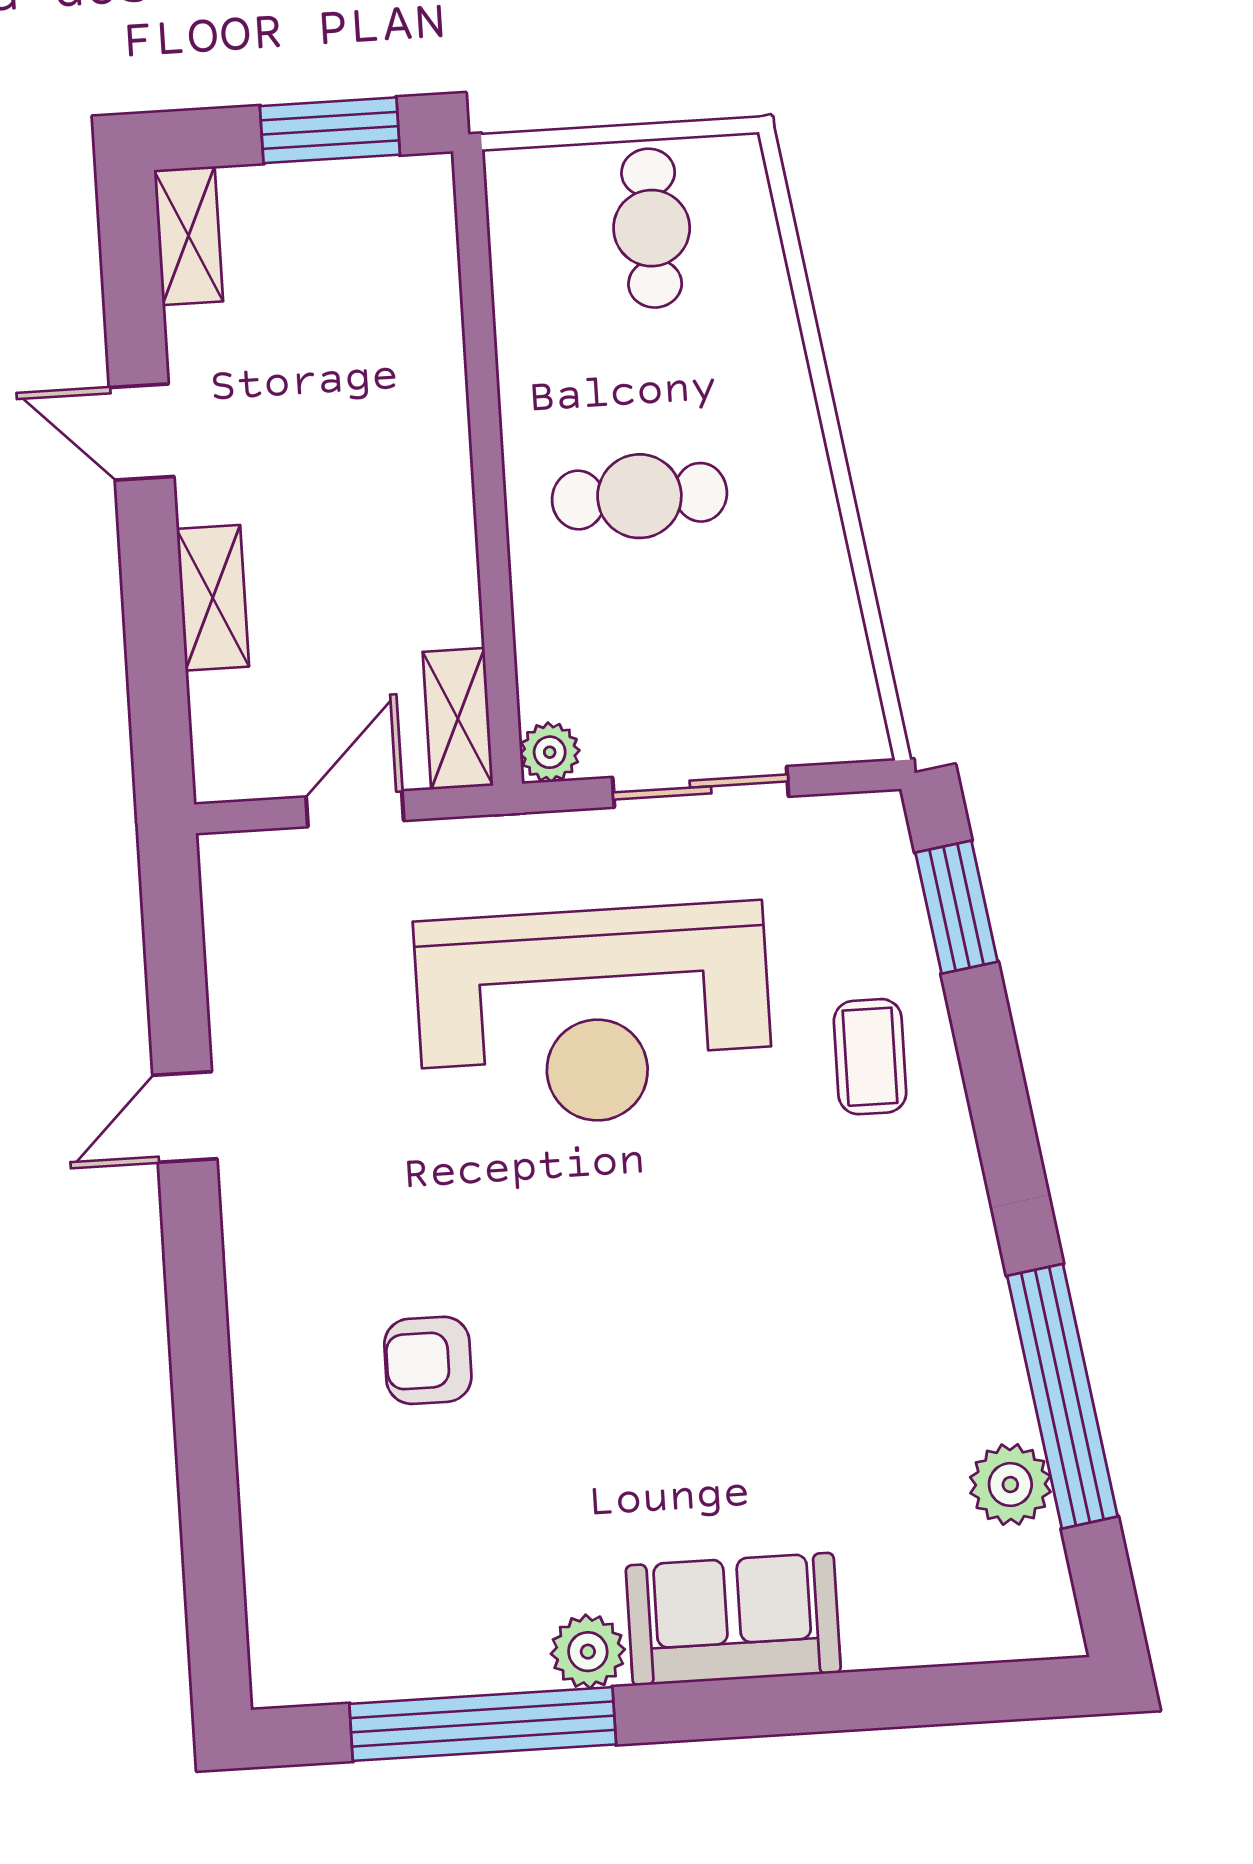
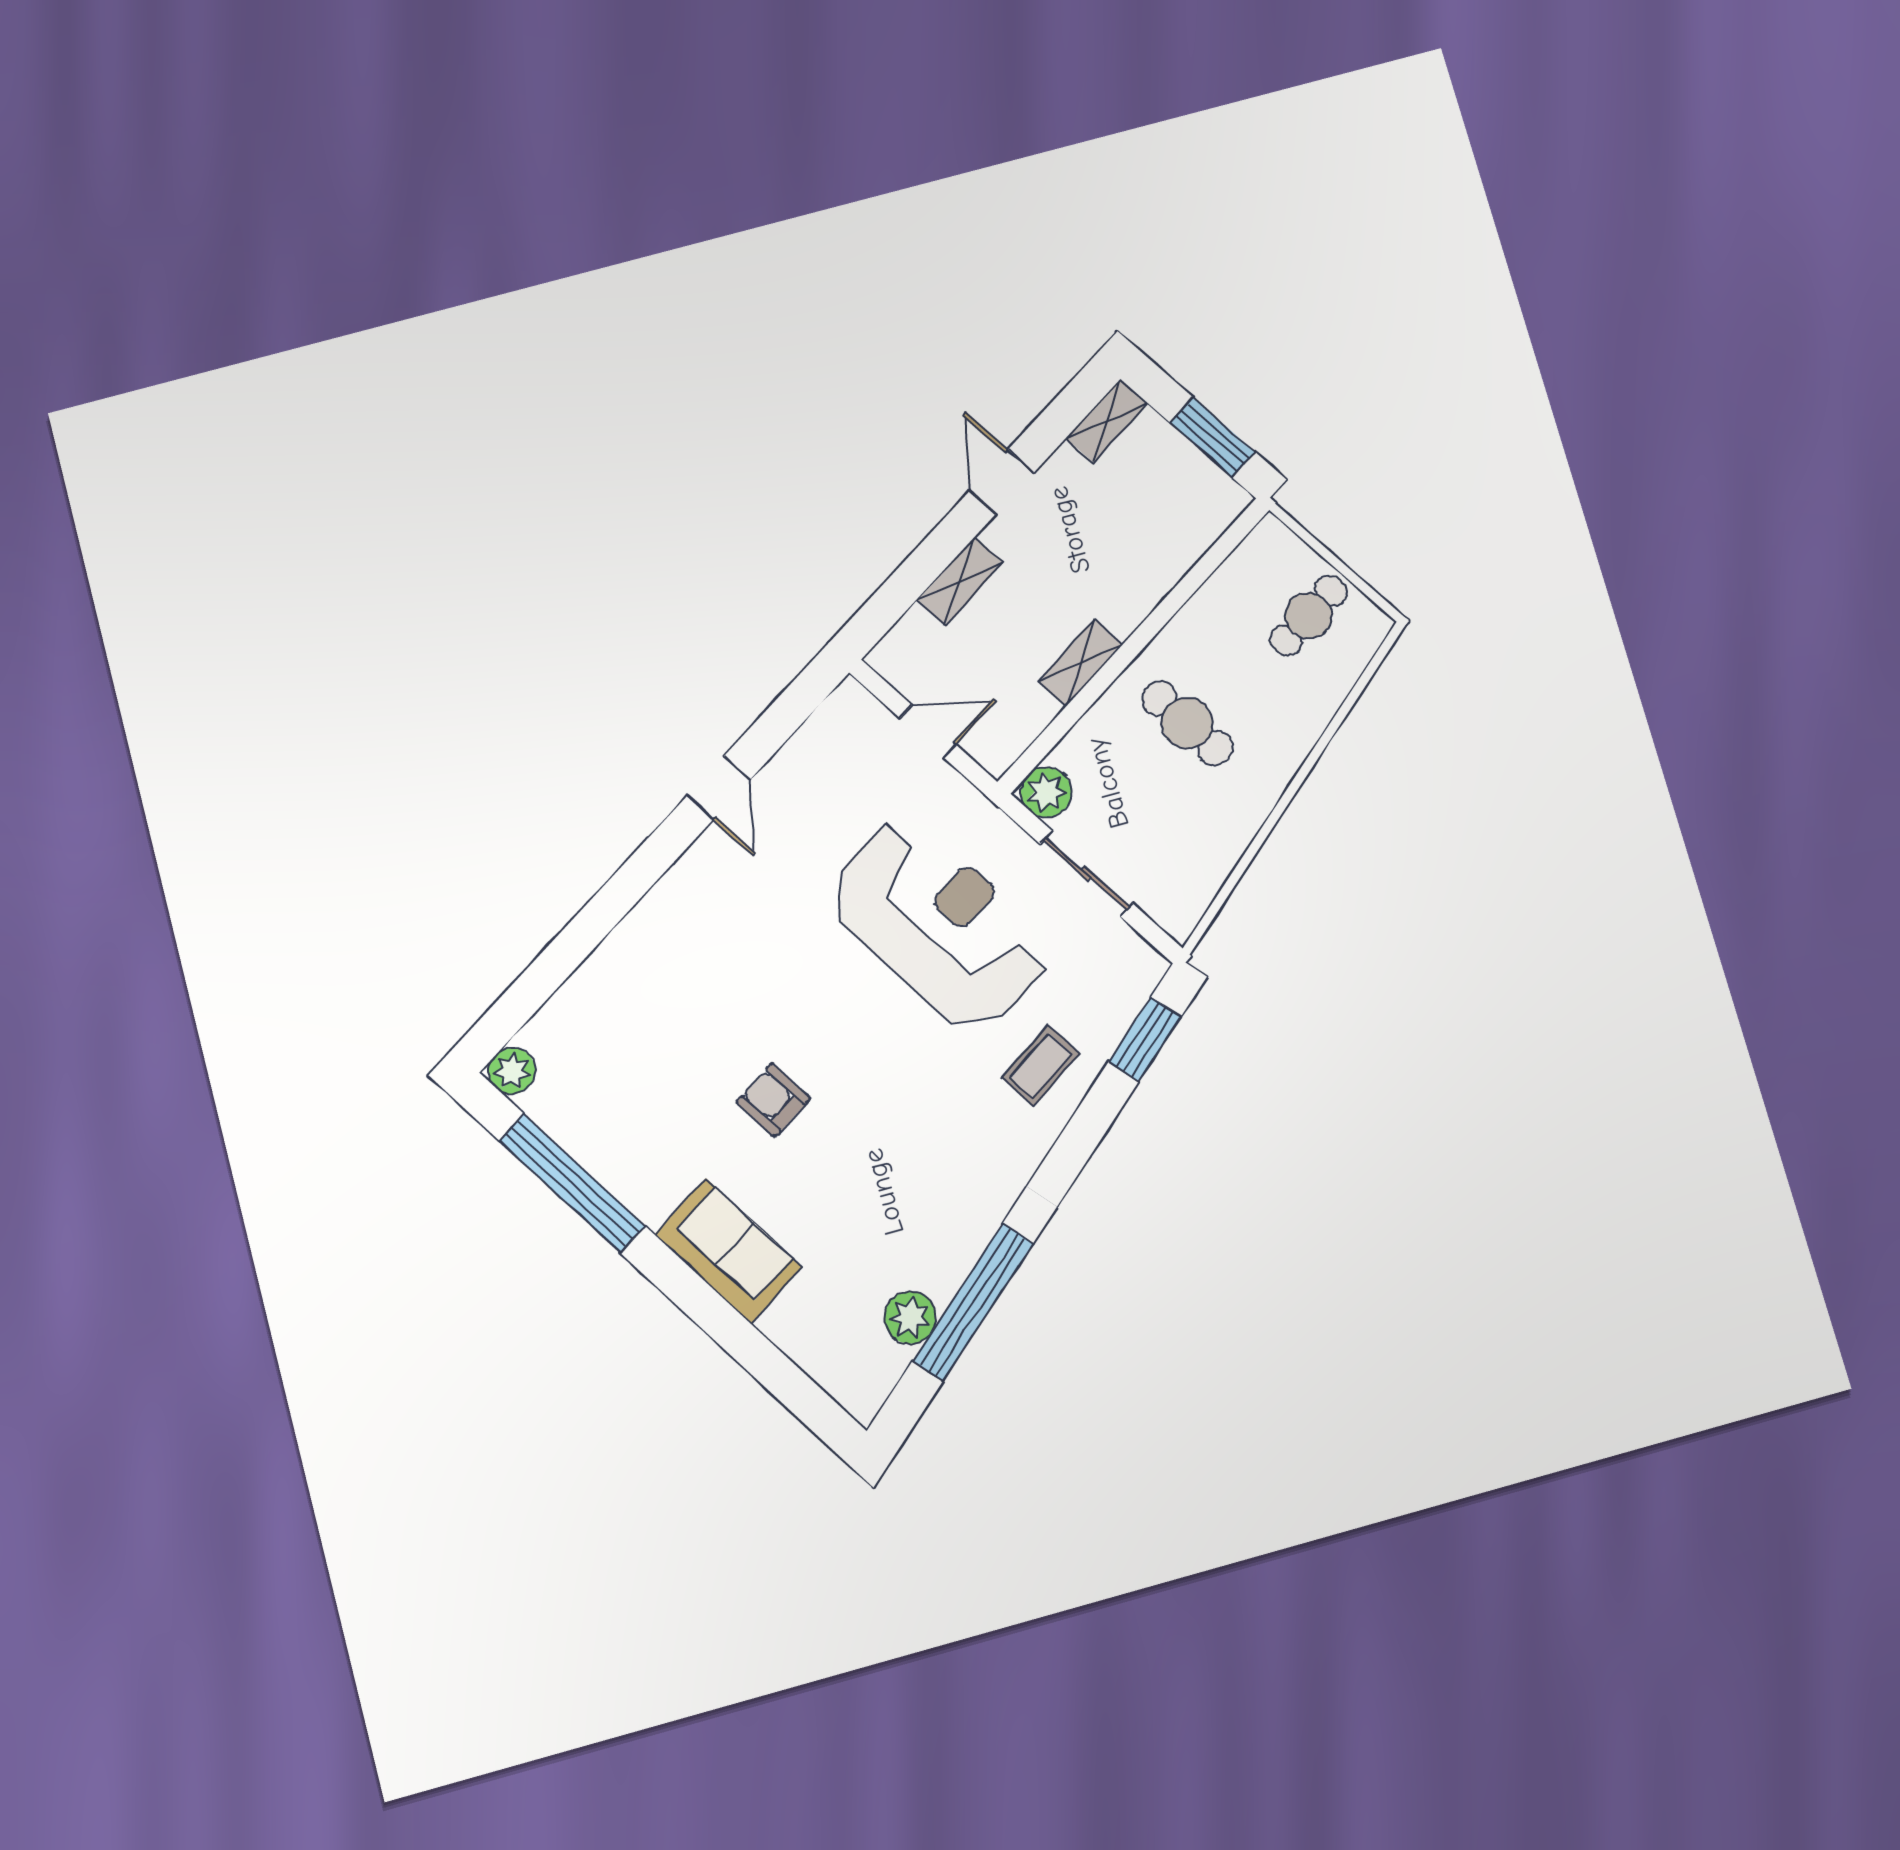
shelving: (458, 719) -> (1080, 663), moved
plant: (550, 752) -> (1046, 792), width x1.38, depth x1.38
reception desk: (594, 1016) -> (939, 925), turned 180
door: (185, 1117) -> (719, 788), swing flipped
armchair: (428, 1360) -> (773, 1100), moved
plant: (588, 1652) -> (512, 1071), moved

